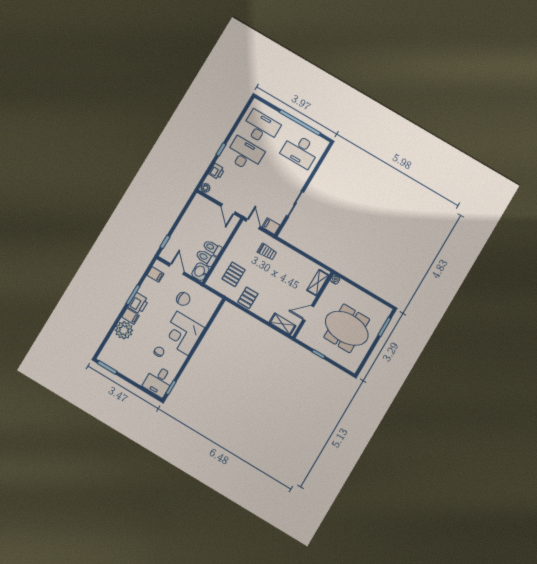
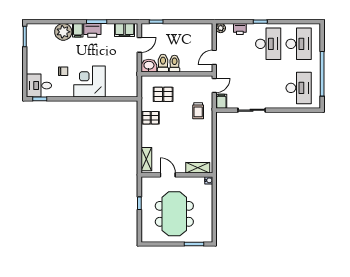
desk: (300, 151) -> (299, 88), turned 180
filing cabinet: (155, 274) -> (124, 30), width x2.00
chair: (183, 299) -> (118, 65), removed

